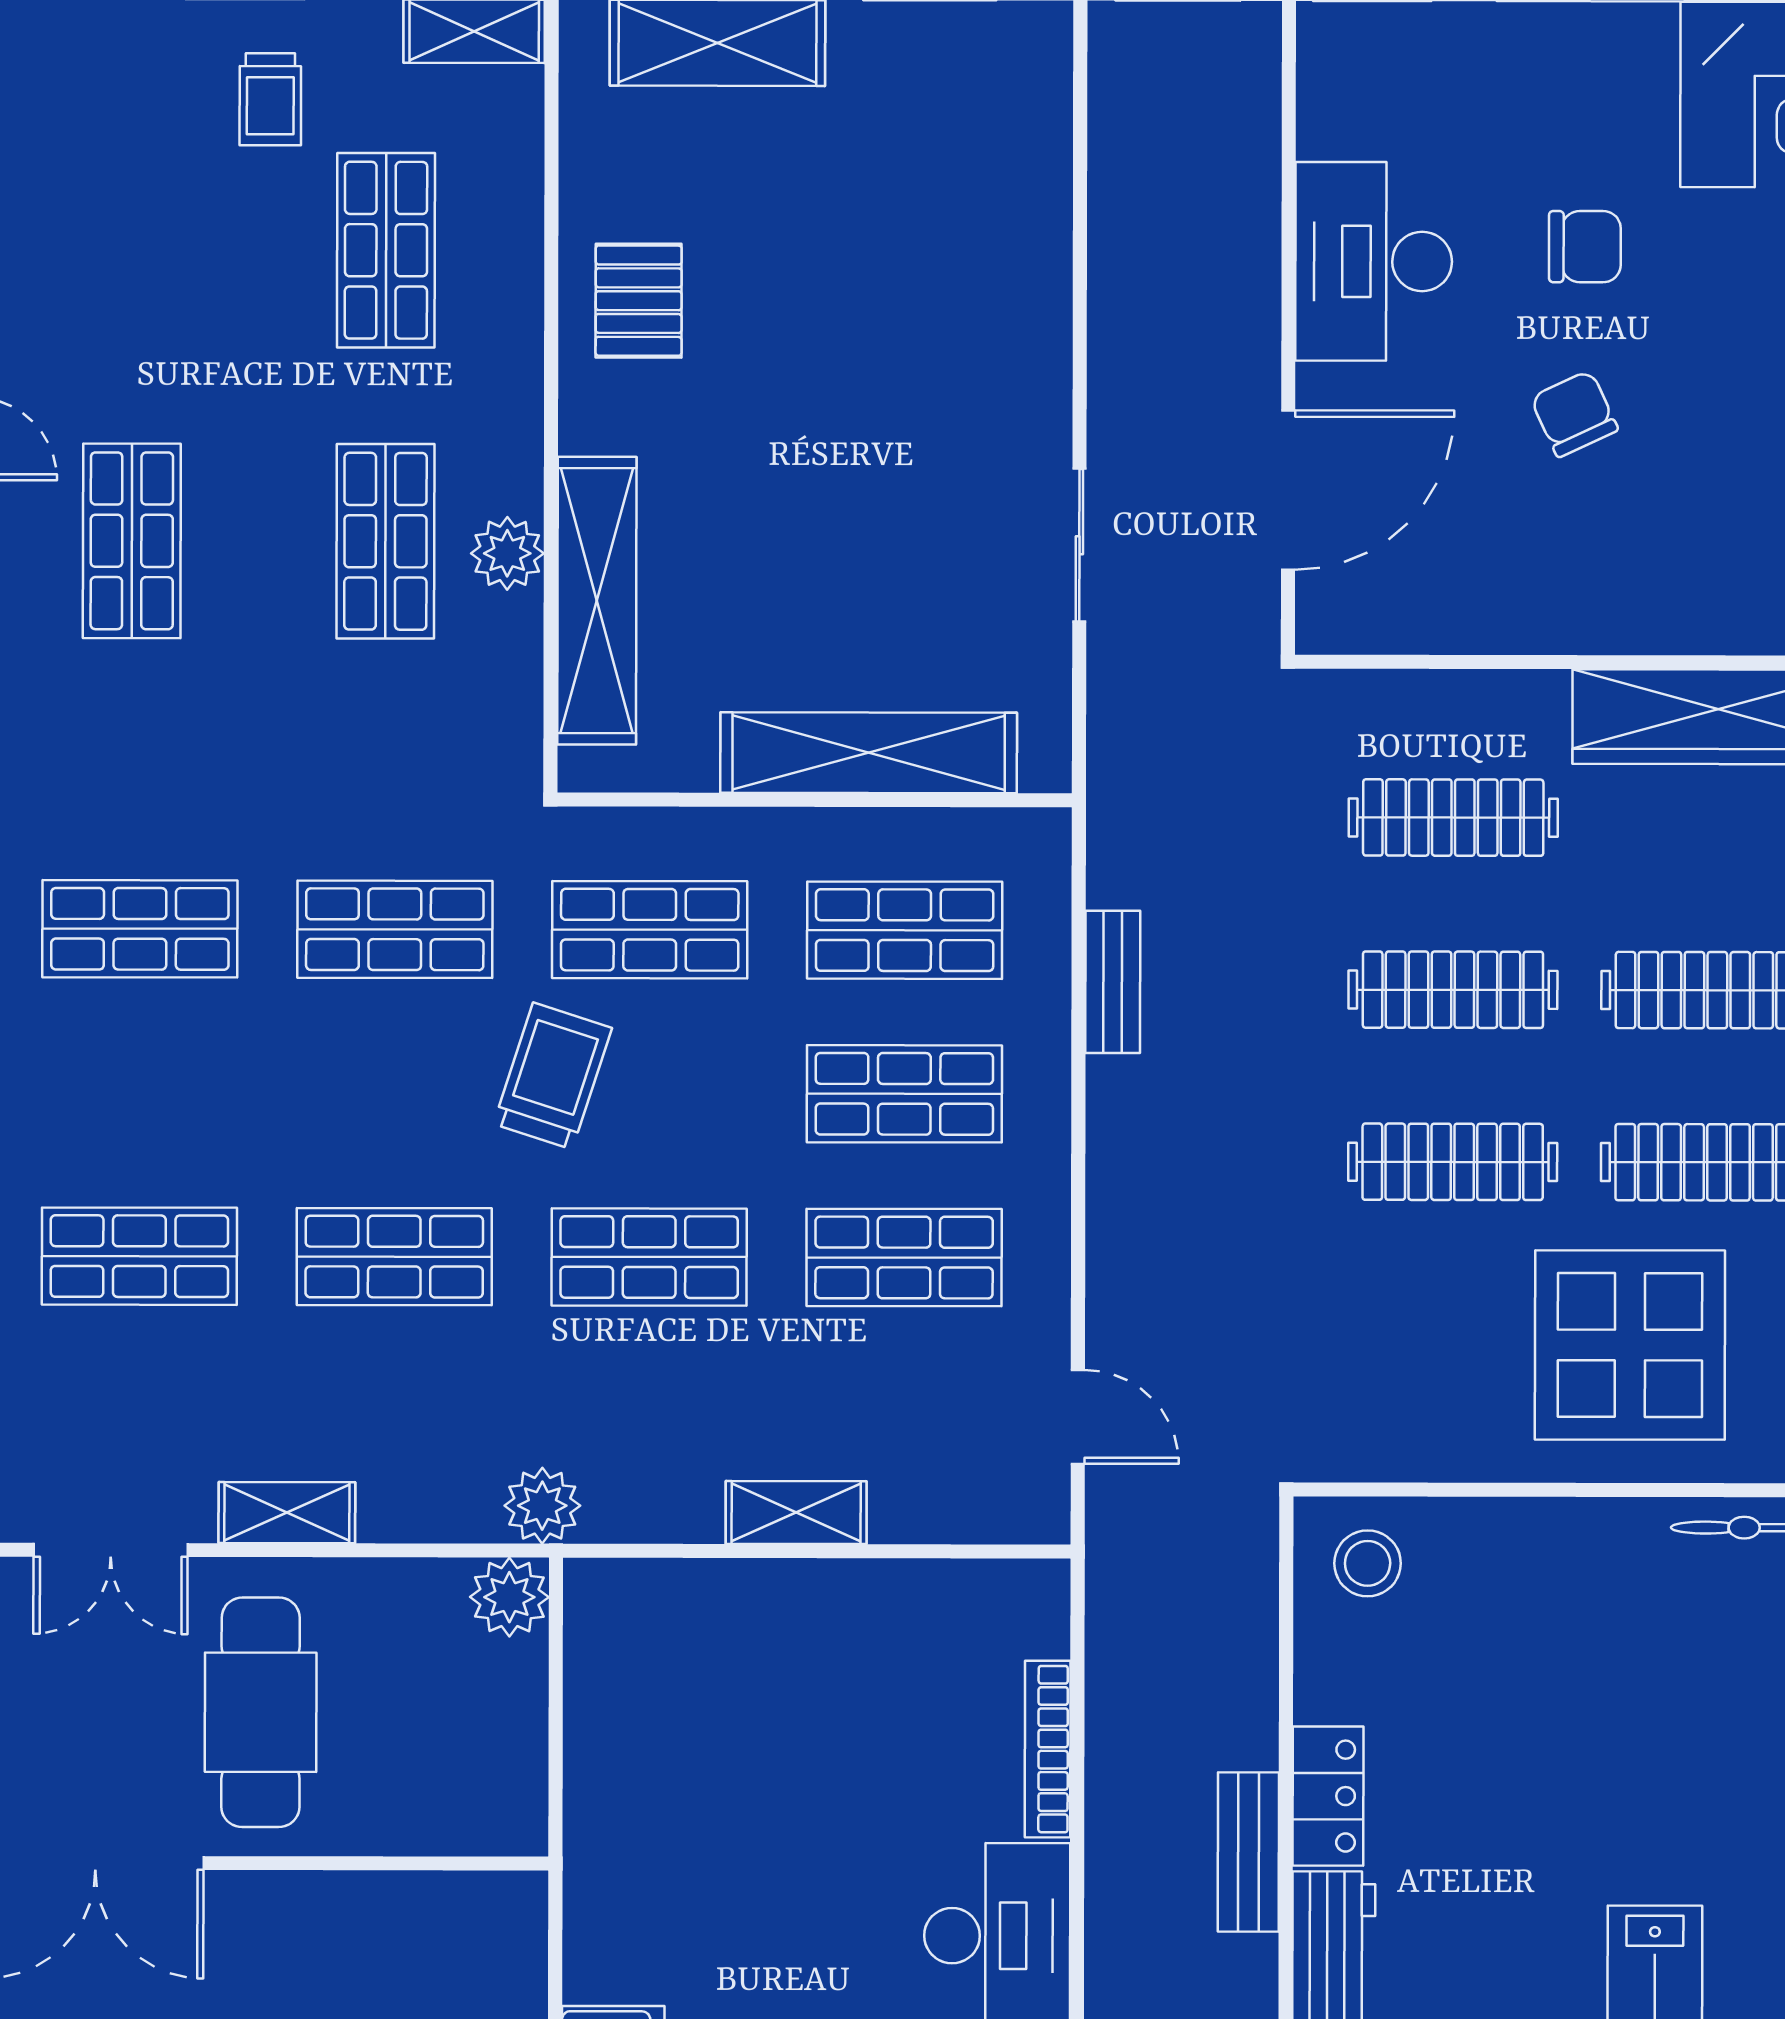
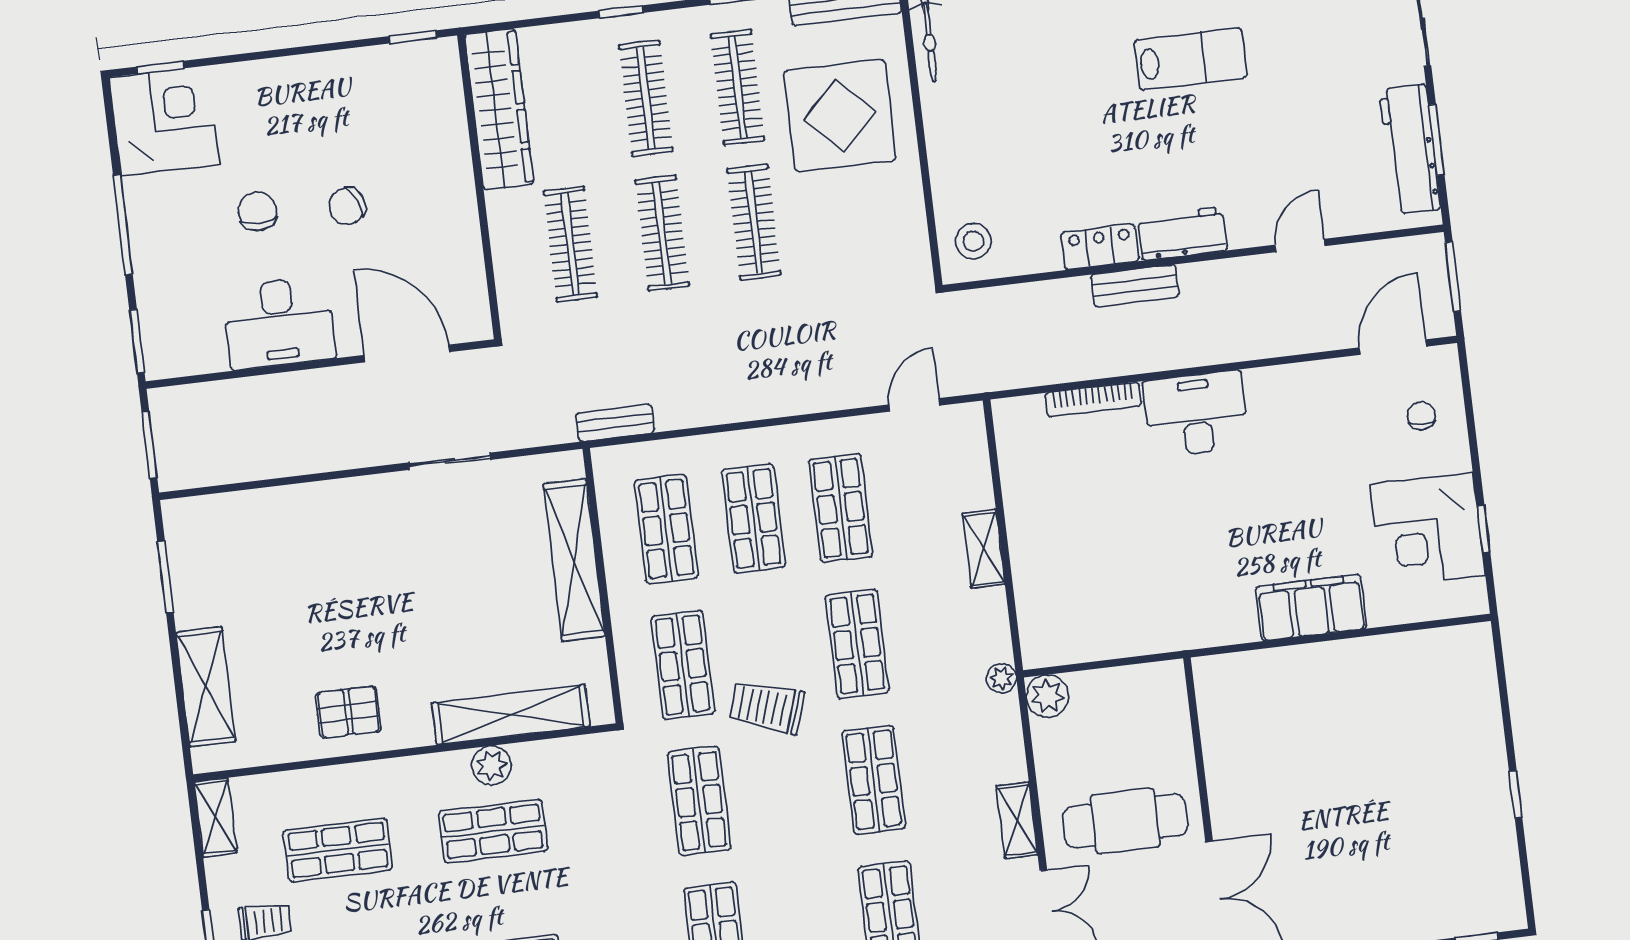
bench: (1113, 982) -> (615, 423), moved
plant: (542, 1506) -> (1001, 678), width x0.73, depth x0.73

